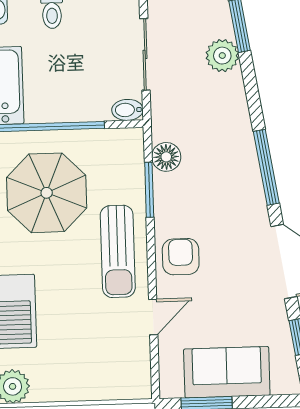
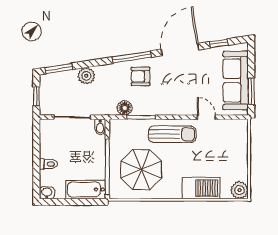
plant: (222, 56) -> (86, 76), moved
armchair: (181, 257) -> (141, 76), moved
sofa: (227, 372) -> (236, 81), width x1.36

